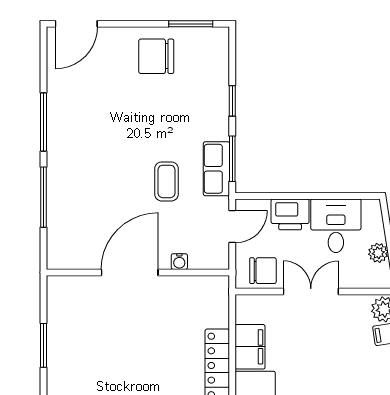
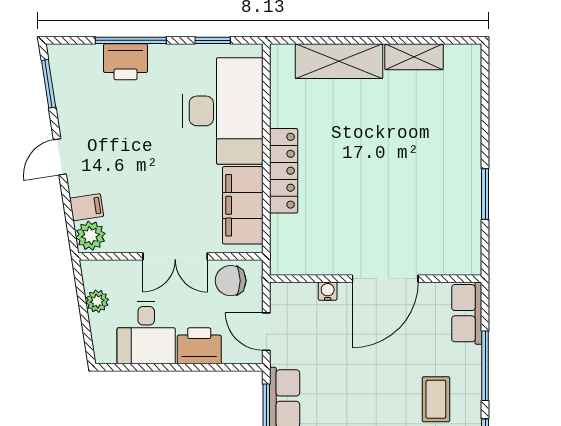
coffee table: (167, 181) -> (436, 399), moved
door: (232, 227) -> (266, 332), hinge flipped
row of seats: (59, 243) -> (467, 313), added
filing cabinet: (250, 347) -> (243, 205), width x1.50, depth x1.17

